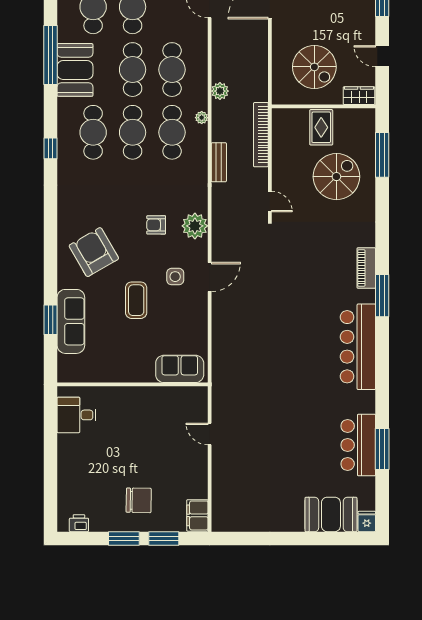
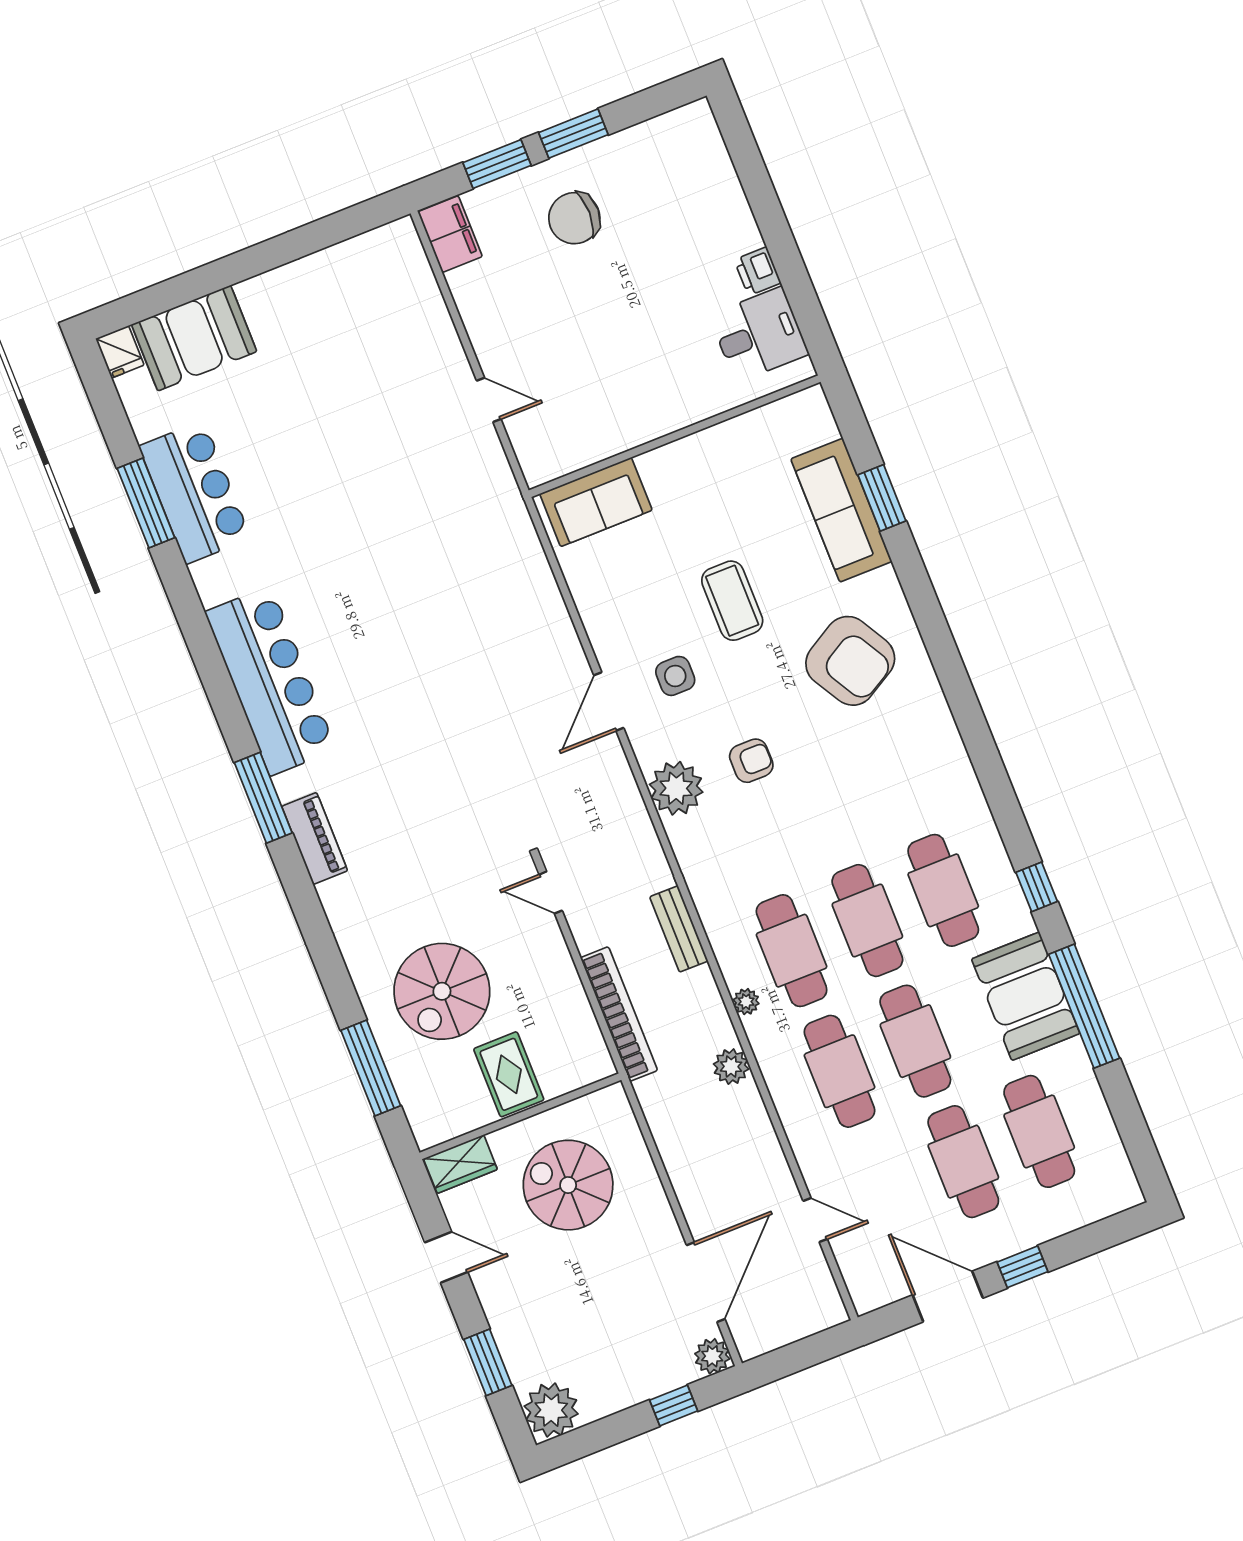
window: (51, 148) -> (1037, 887), moved
printer: (79, 523) -> (758, 271), moved, turned 90

